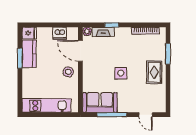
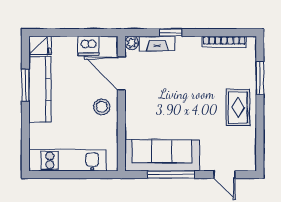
kitchen counter: (29, 54) -> (40, 89), width x1.50
side table: (121, 73) -> (185, 109), removed
sofa: (100, 102) -> (162, 155), width x1.36

